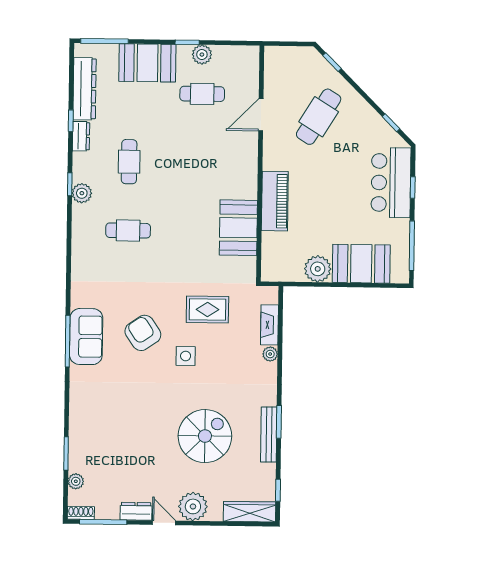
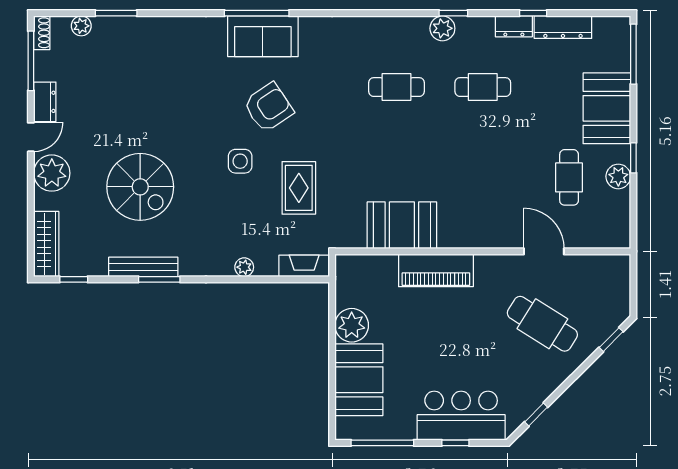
dresser: (85, 89) -> (563, 27), width x0.73, depth x0.80
cafe table: (128, 230) -> (396, 87), turned 90
fireplace: (269, 325) -> (304, 266), moved

